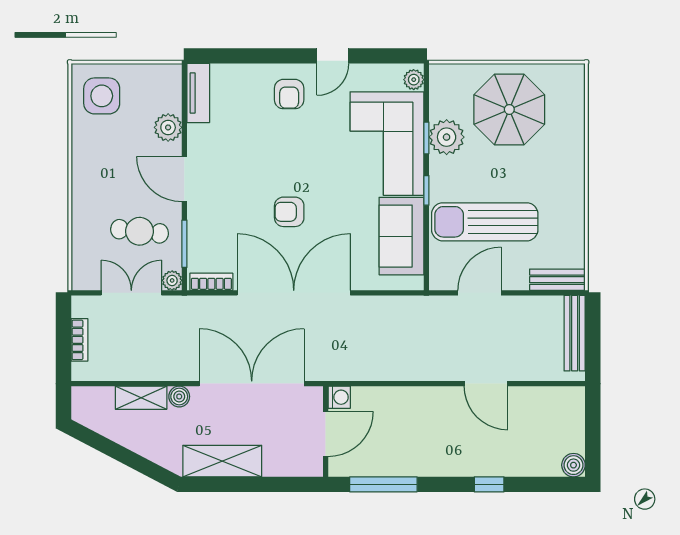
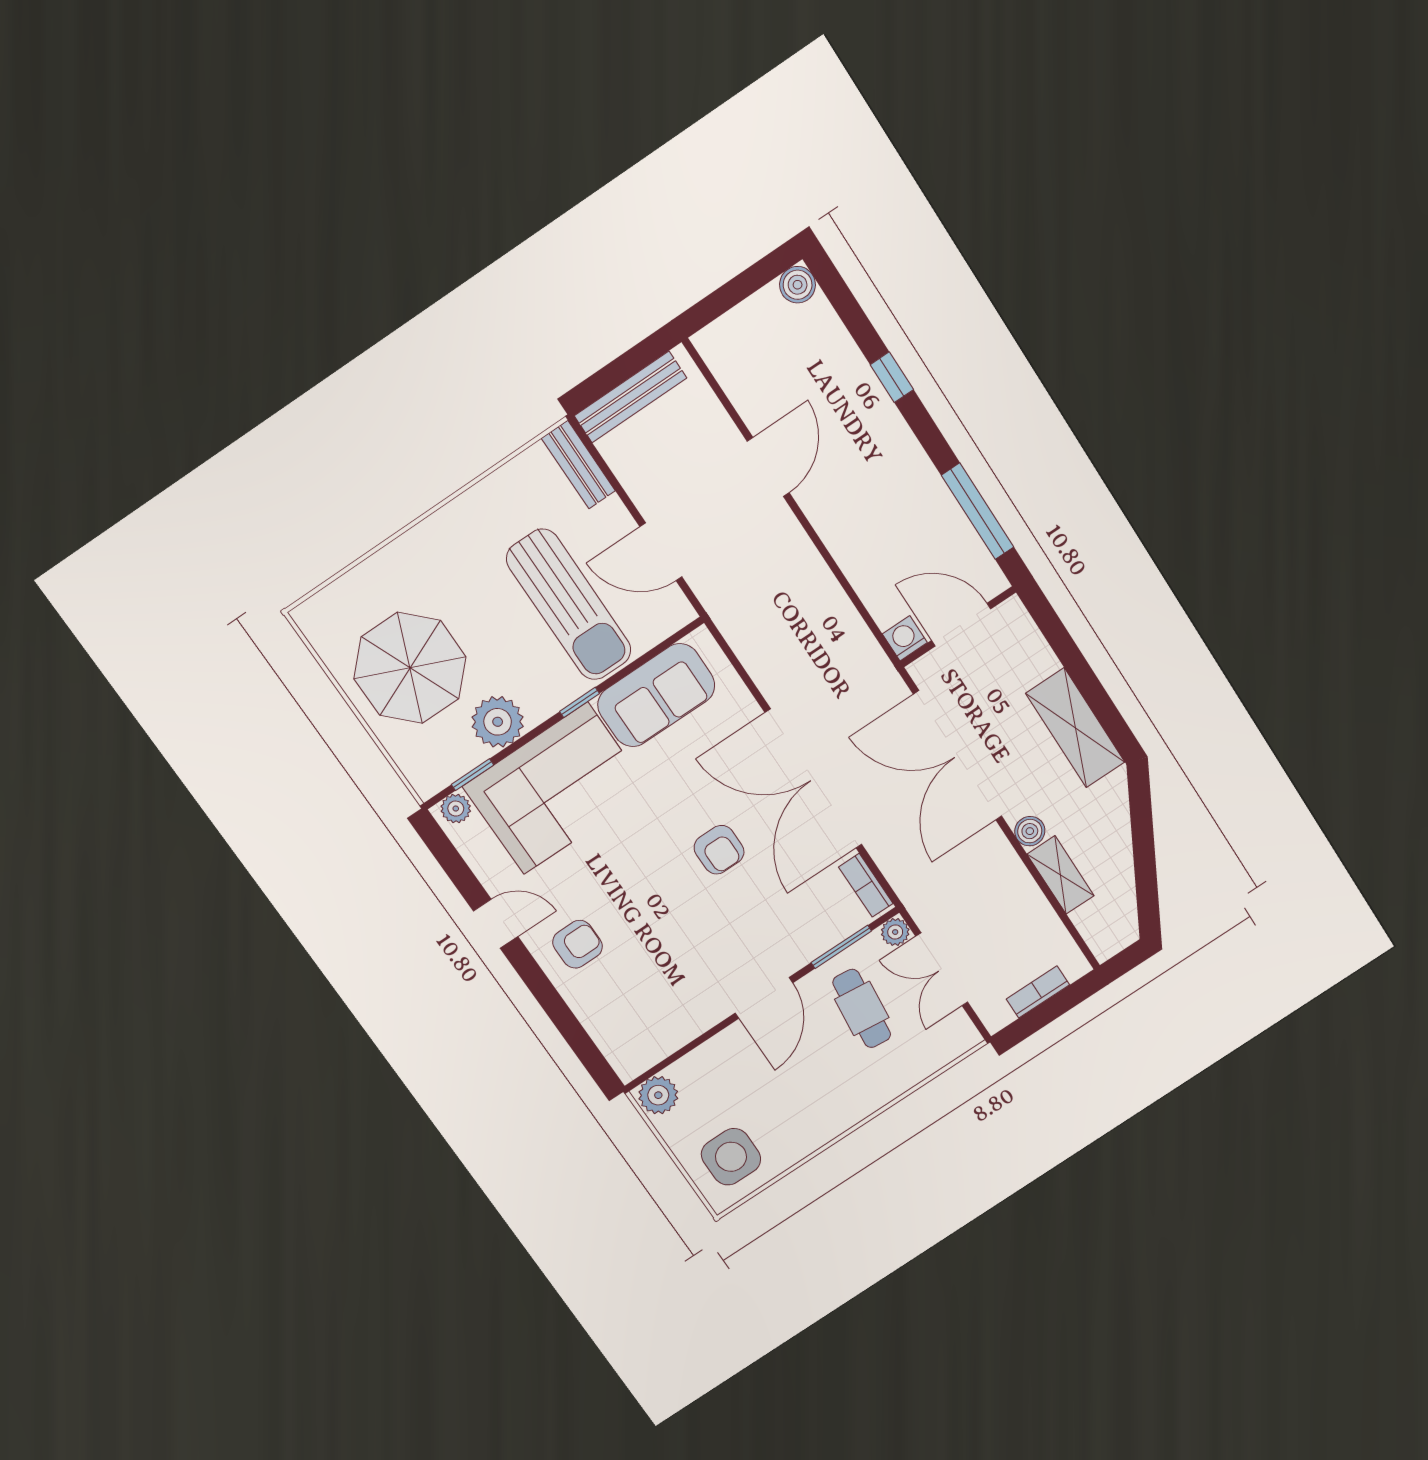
tv unit: (198, 93) -> (650, 1050), removed
plant: (168, 127) -> (658, 1095), moved
window: (426, 138) -> (472, 775), moved

